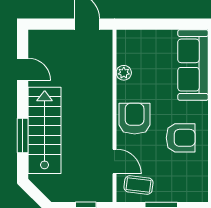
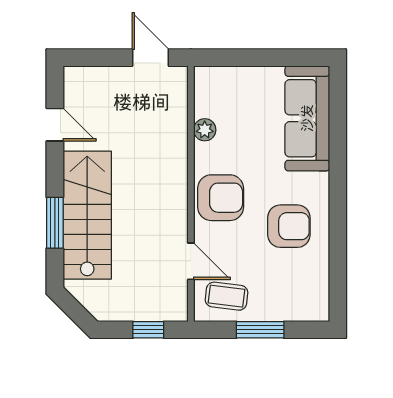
armchair: (135, 119) -> (221, 198), turned 90

